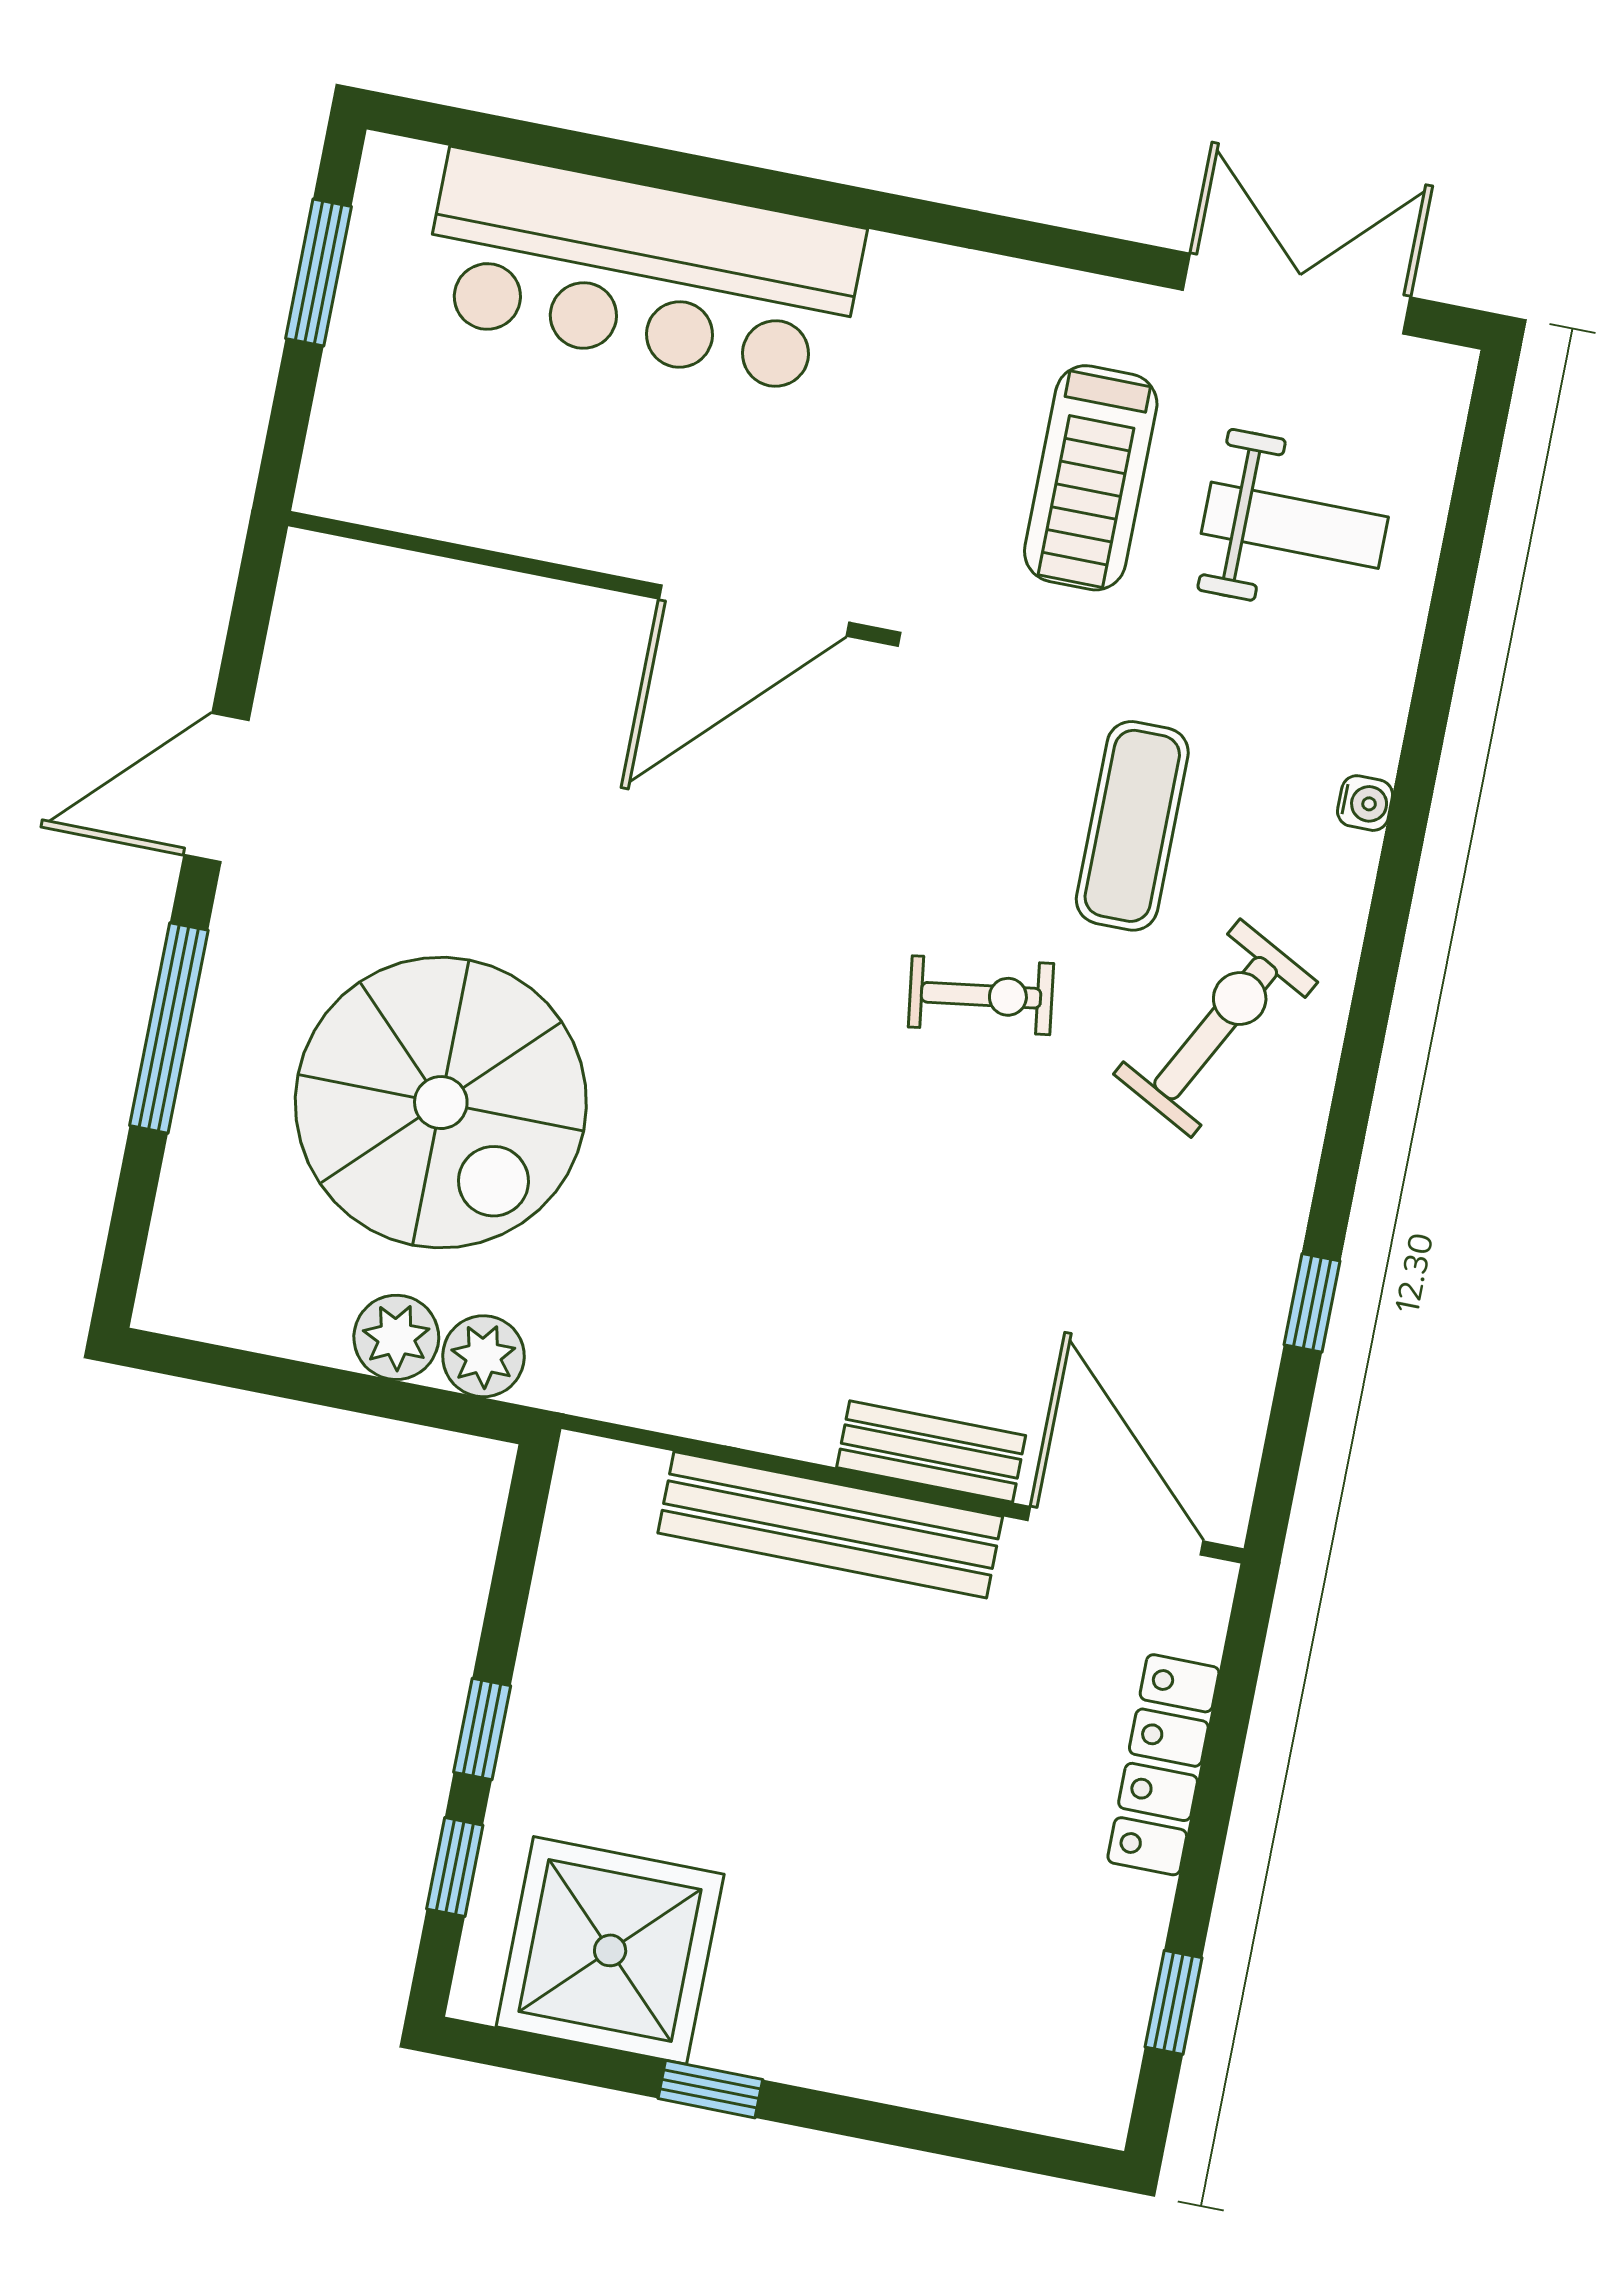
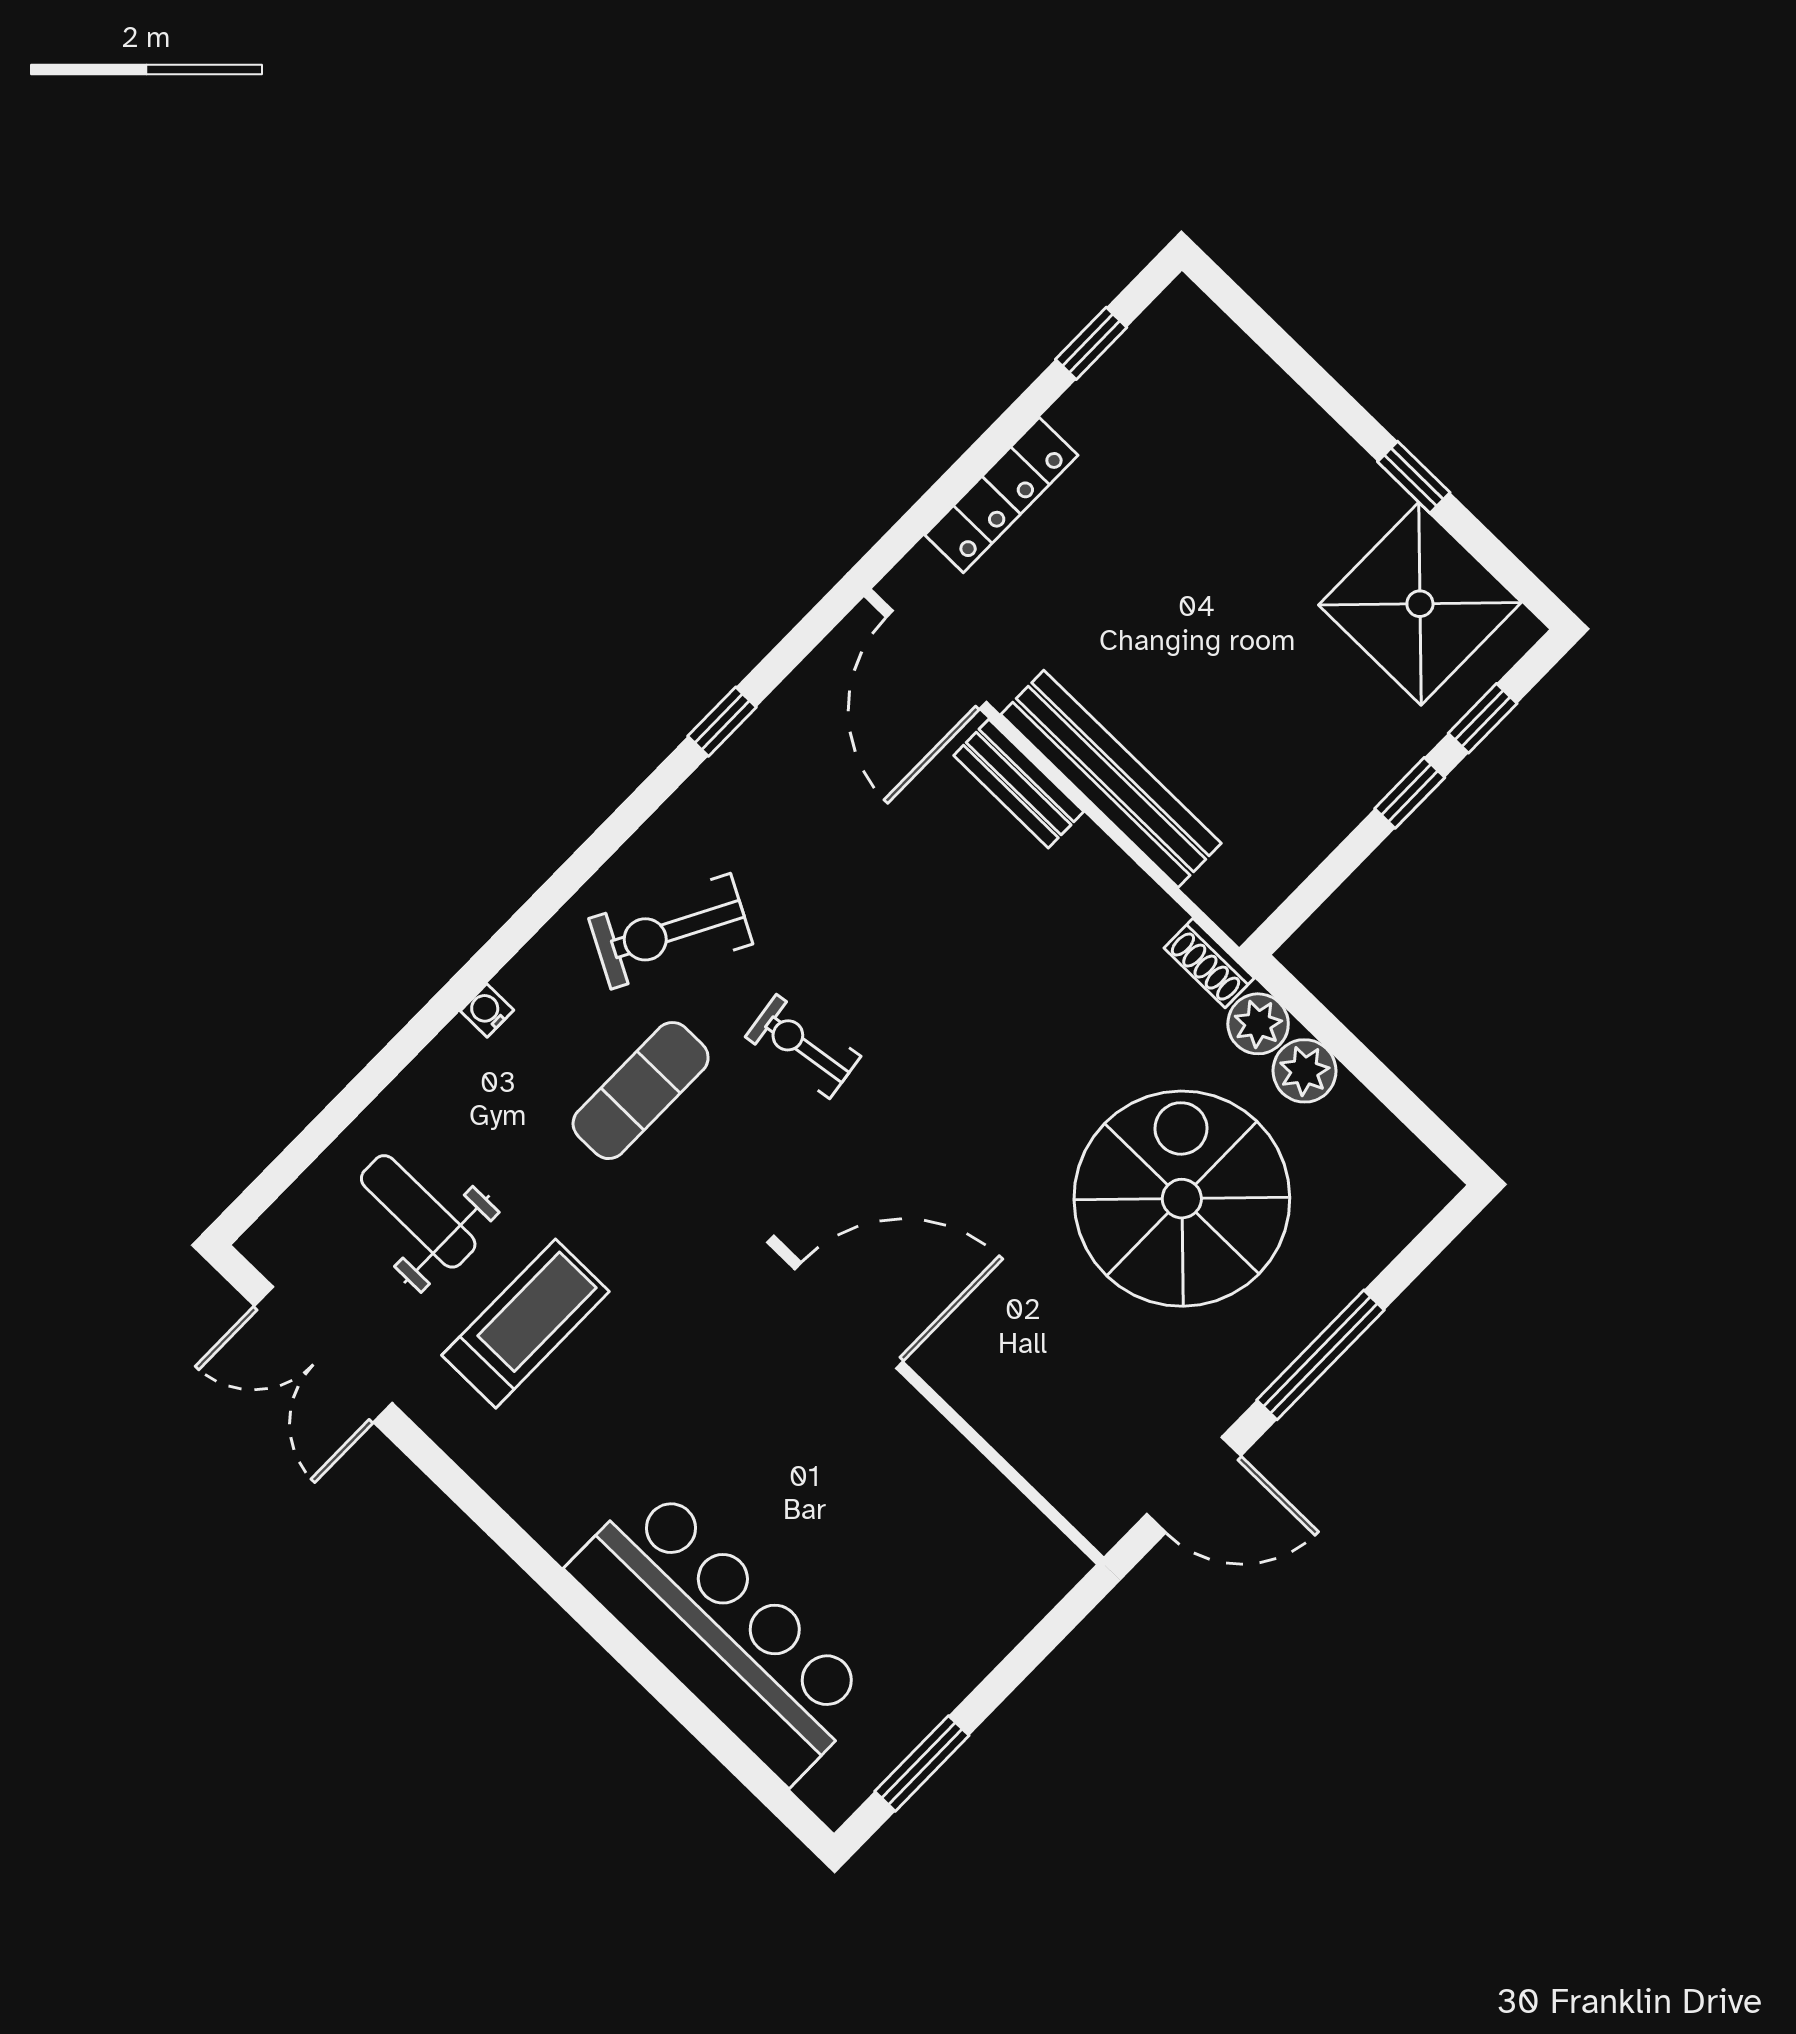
wall: (587, 578) -> (939, 1403), moved
door: (754, 611) -> (849, 1315), moved
shoe rack: (584, 1389) -> (1209, 963), added

